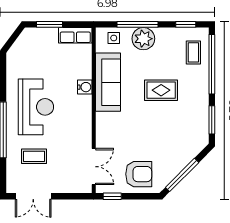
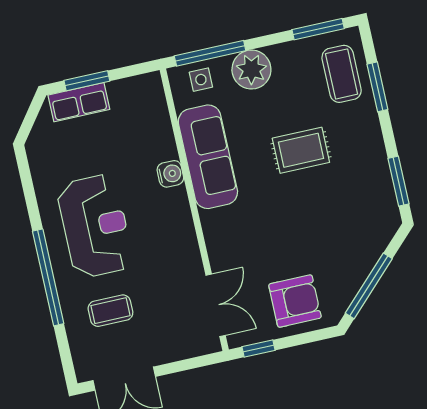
window: (137, 24) -> (210, 53), moved
window: (186, 24) -> (318, 29), width x1.50
row of seats: (75, 35) -> (79, 102), moved
coffee table: (193, 52) -> (342, 74), width x1.36, depth x1.30
window: (212, 64) -> (377, 87), width x0.47

